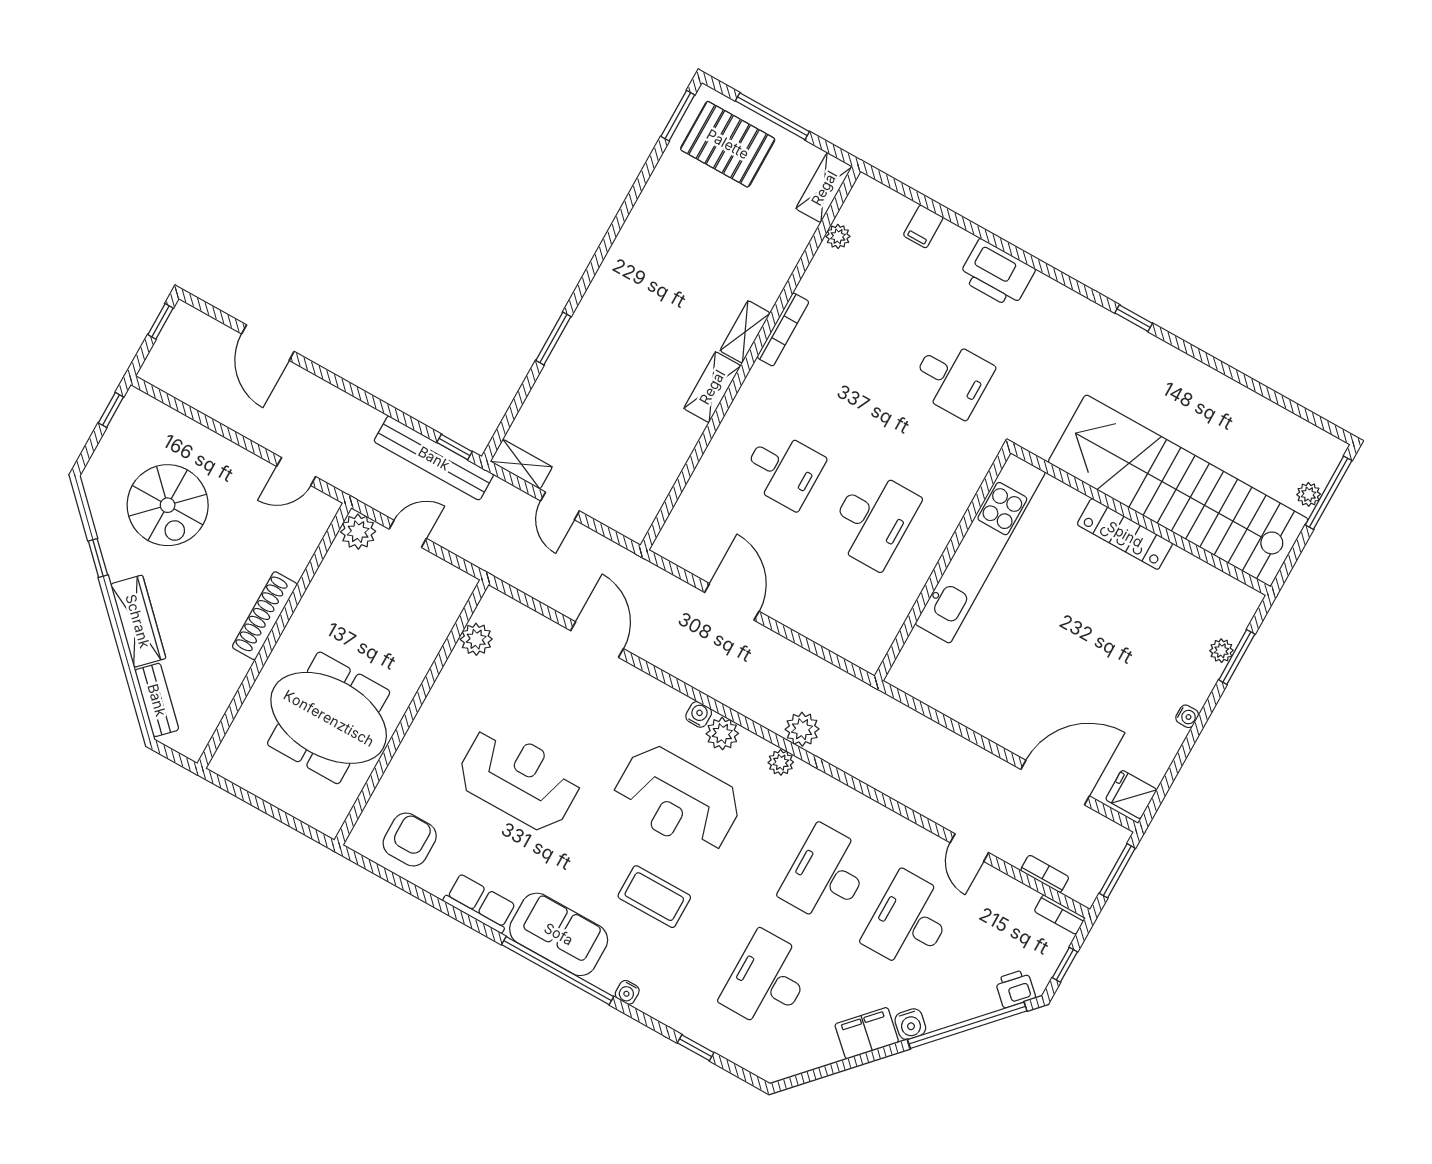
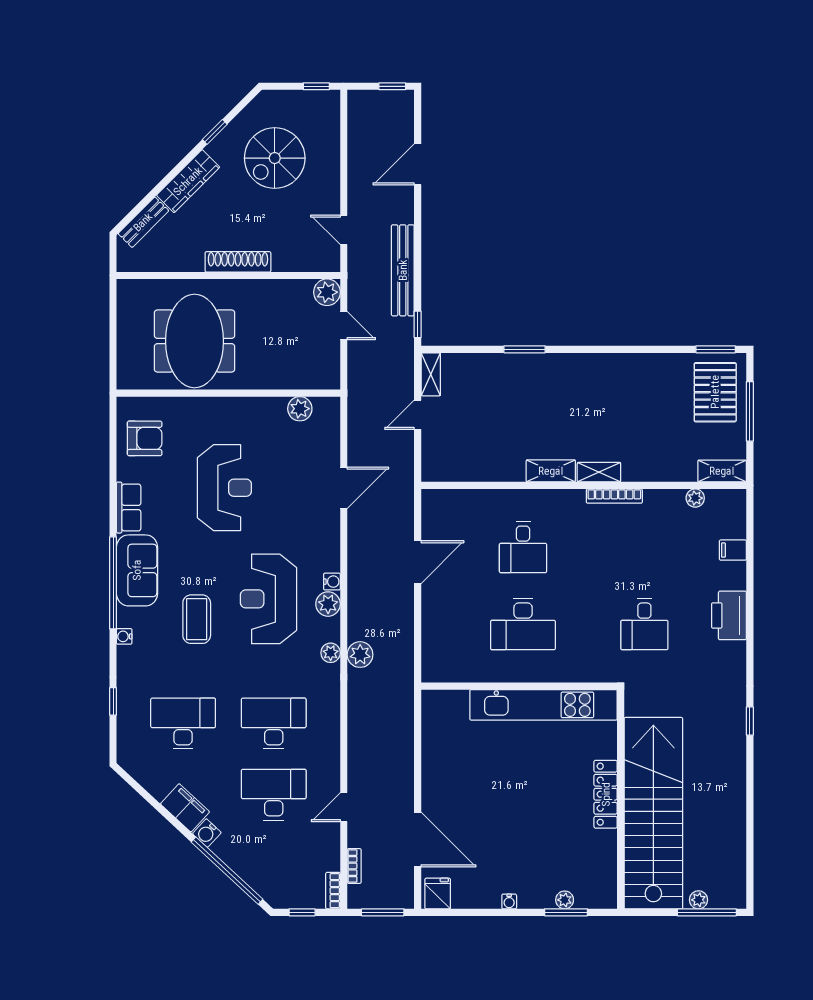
bench: (434, 458) -> (403, 270), moved
printer: (1015, 989) -> (268, 889), removed

